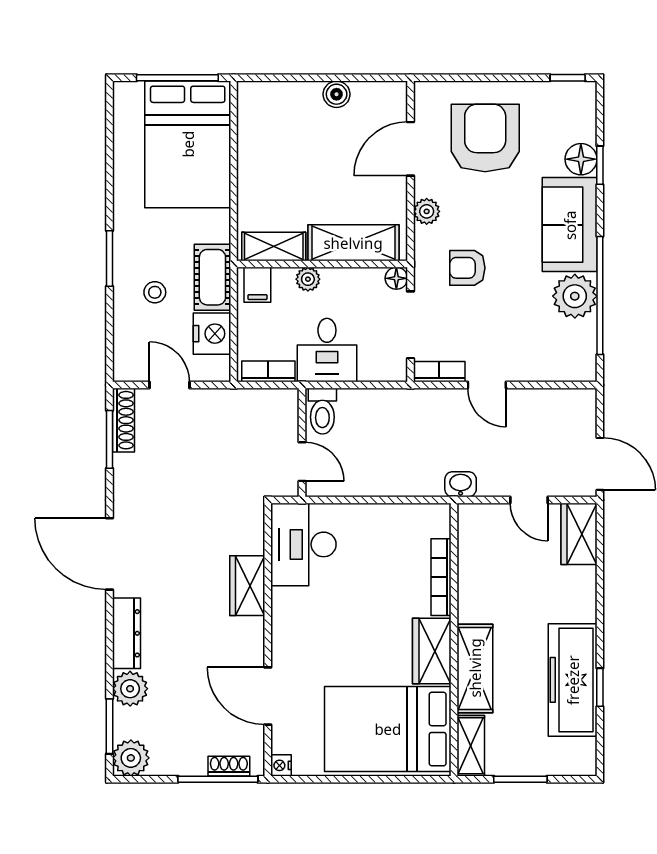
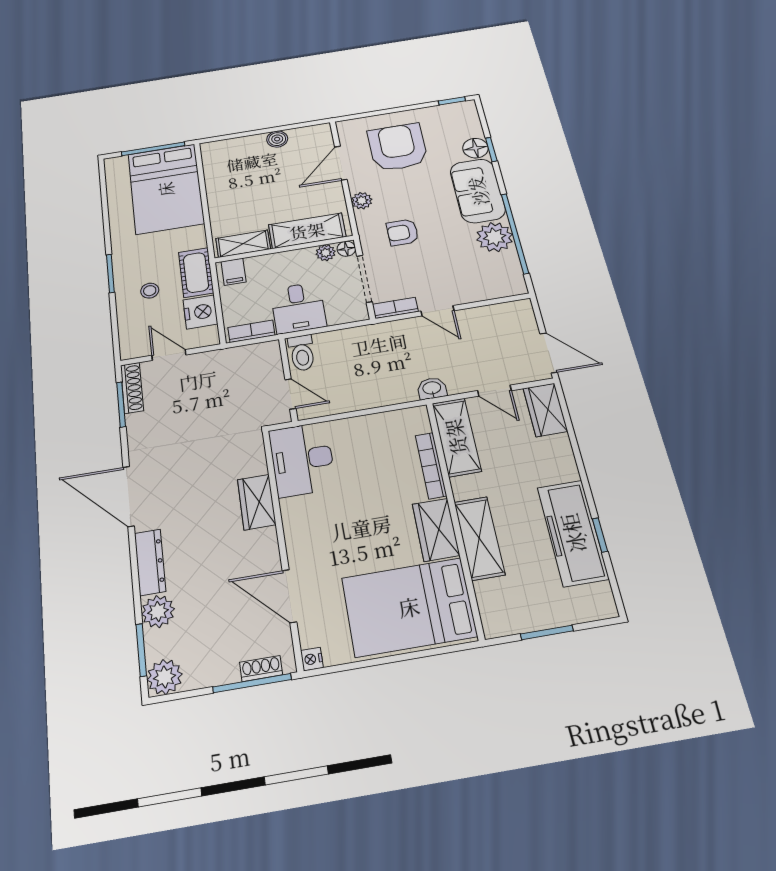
plant: (308, 279) -> (326, 253), moved
shelving: (471, 746) -> (456, 437), moved, width x1.50, depth x1.33

